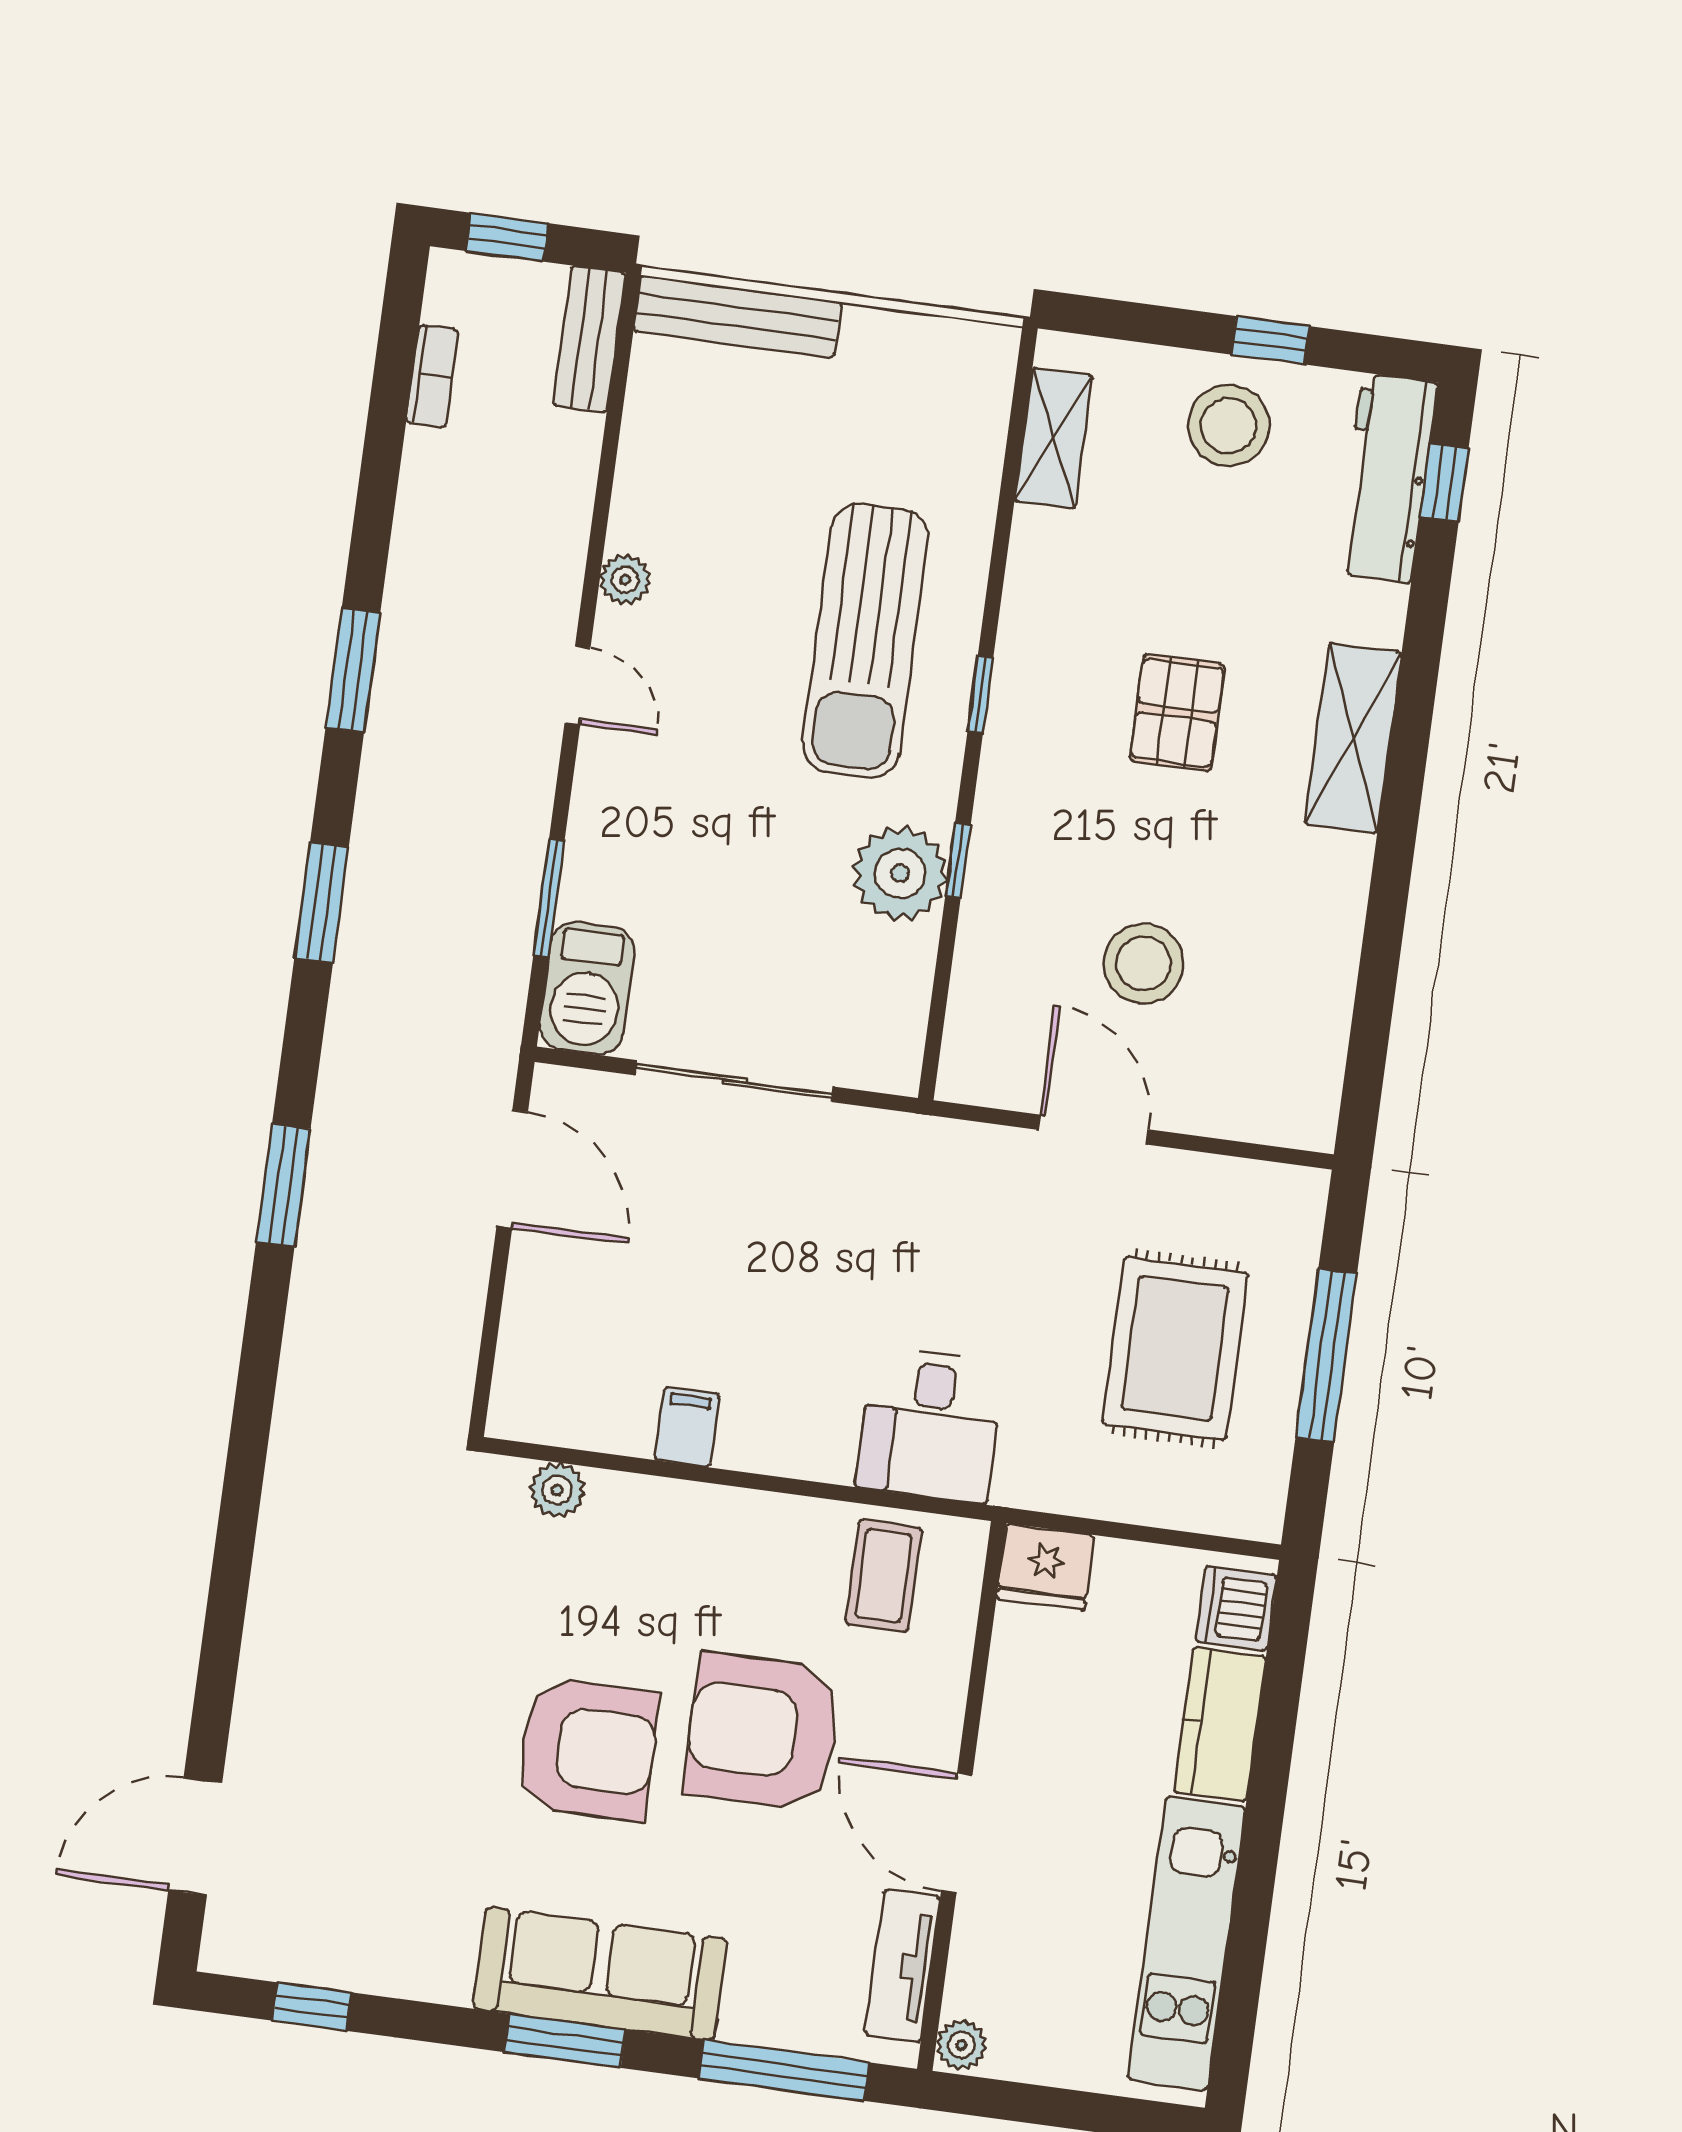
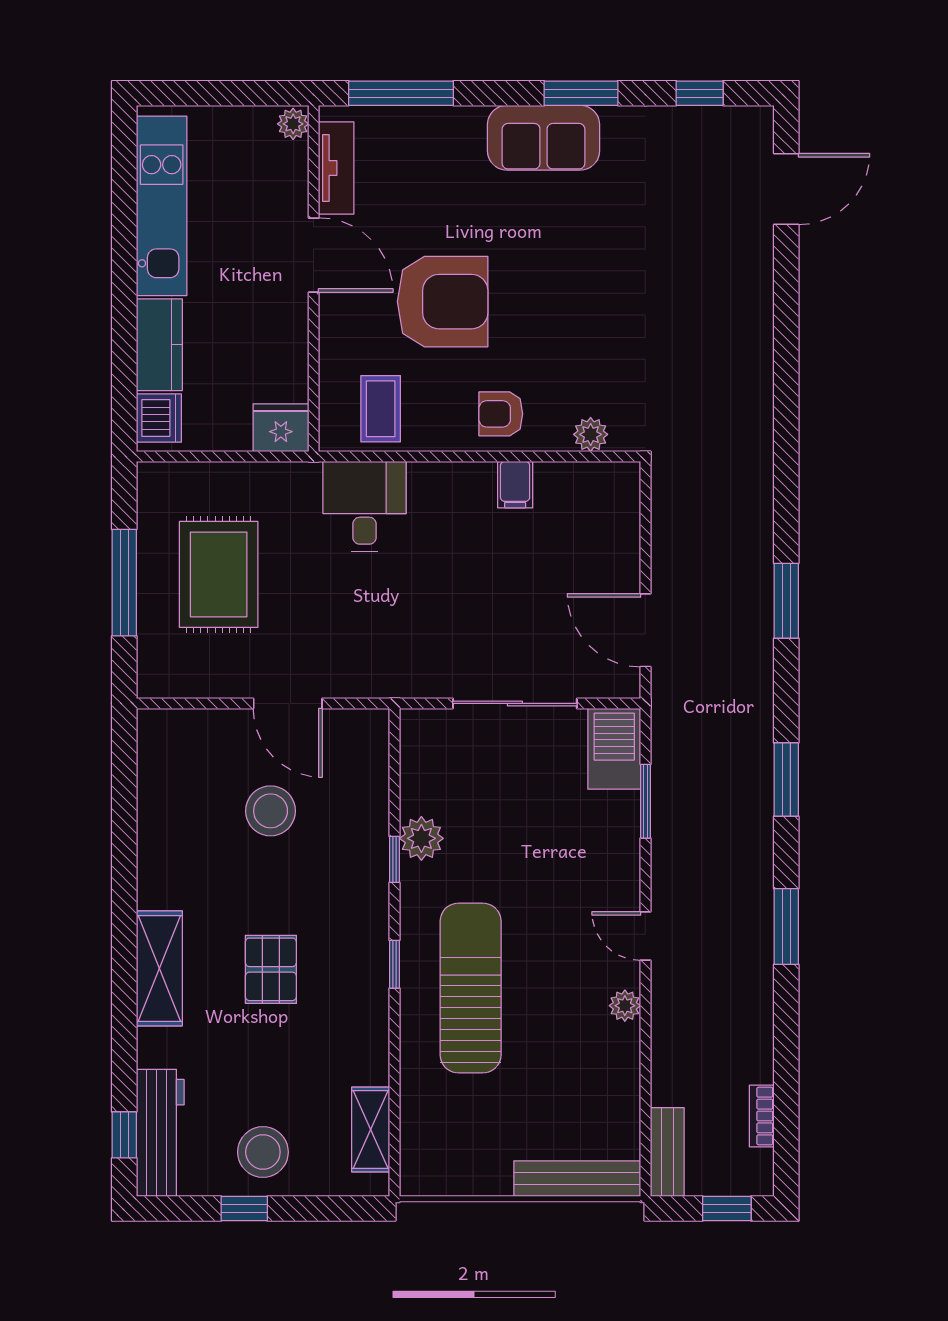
plant: (900, 873) -> (421, 838), width x0.73, depth x0.73
armchair: (588, 1749) -> (501, 414), moved, width x0.53, depth x0.53
sofa: (600, 1974) -> (544, 138), width x0.73
window: (565, 2041) -> (581, 93), moved

